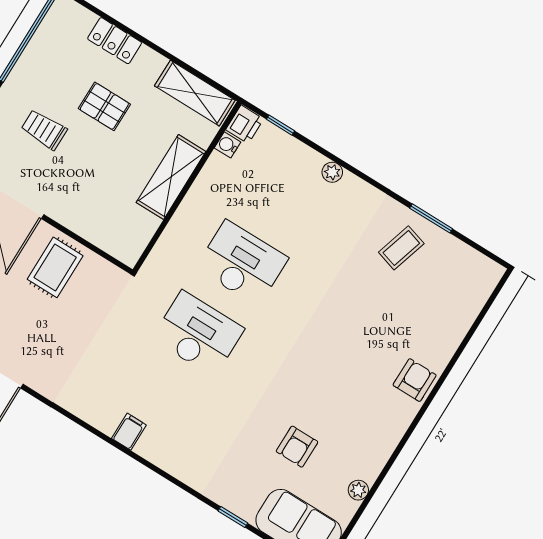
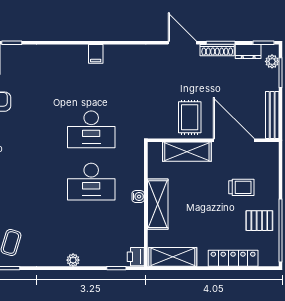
locker: (115, 41) -> (233, 258), width x1.53
pallet: (104, 106) -> (259, 221), moved
water cooler: (227, 145) -> (138, 197), moved
shelving: (88, 223) -> (187, 152), added

